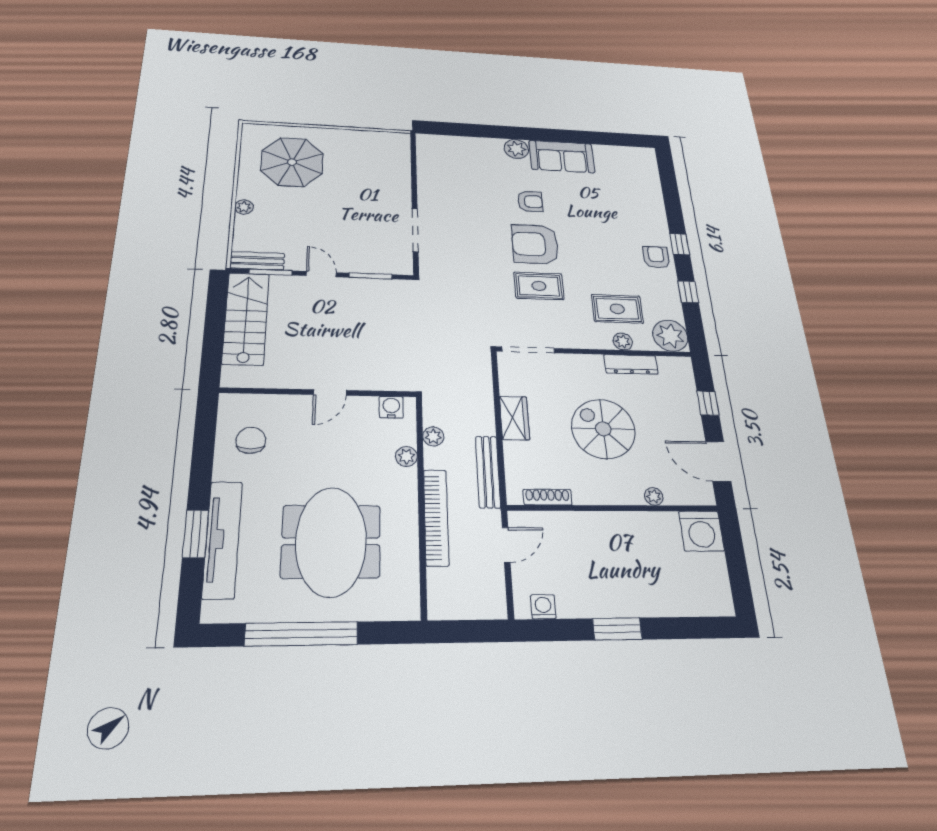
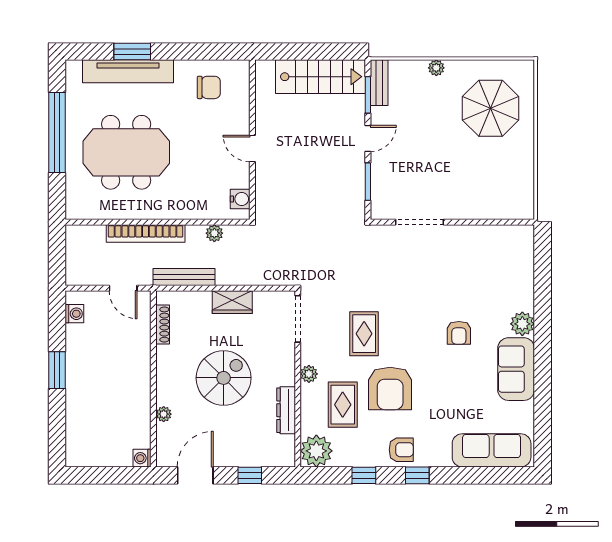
sofa: (644, 181) -> (492, 450), added
armchair: (535, 244) -> (390, 388), moved, turned 180
plant: (623, 341) -> (309, 374), moved
plant: (406, 456) -> (197, 211), removed
washing machine: (701, 531) -> (142, 458), width x0.53, depth x0.53

